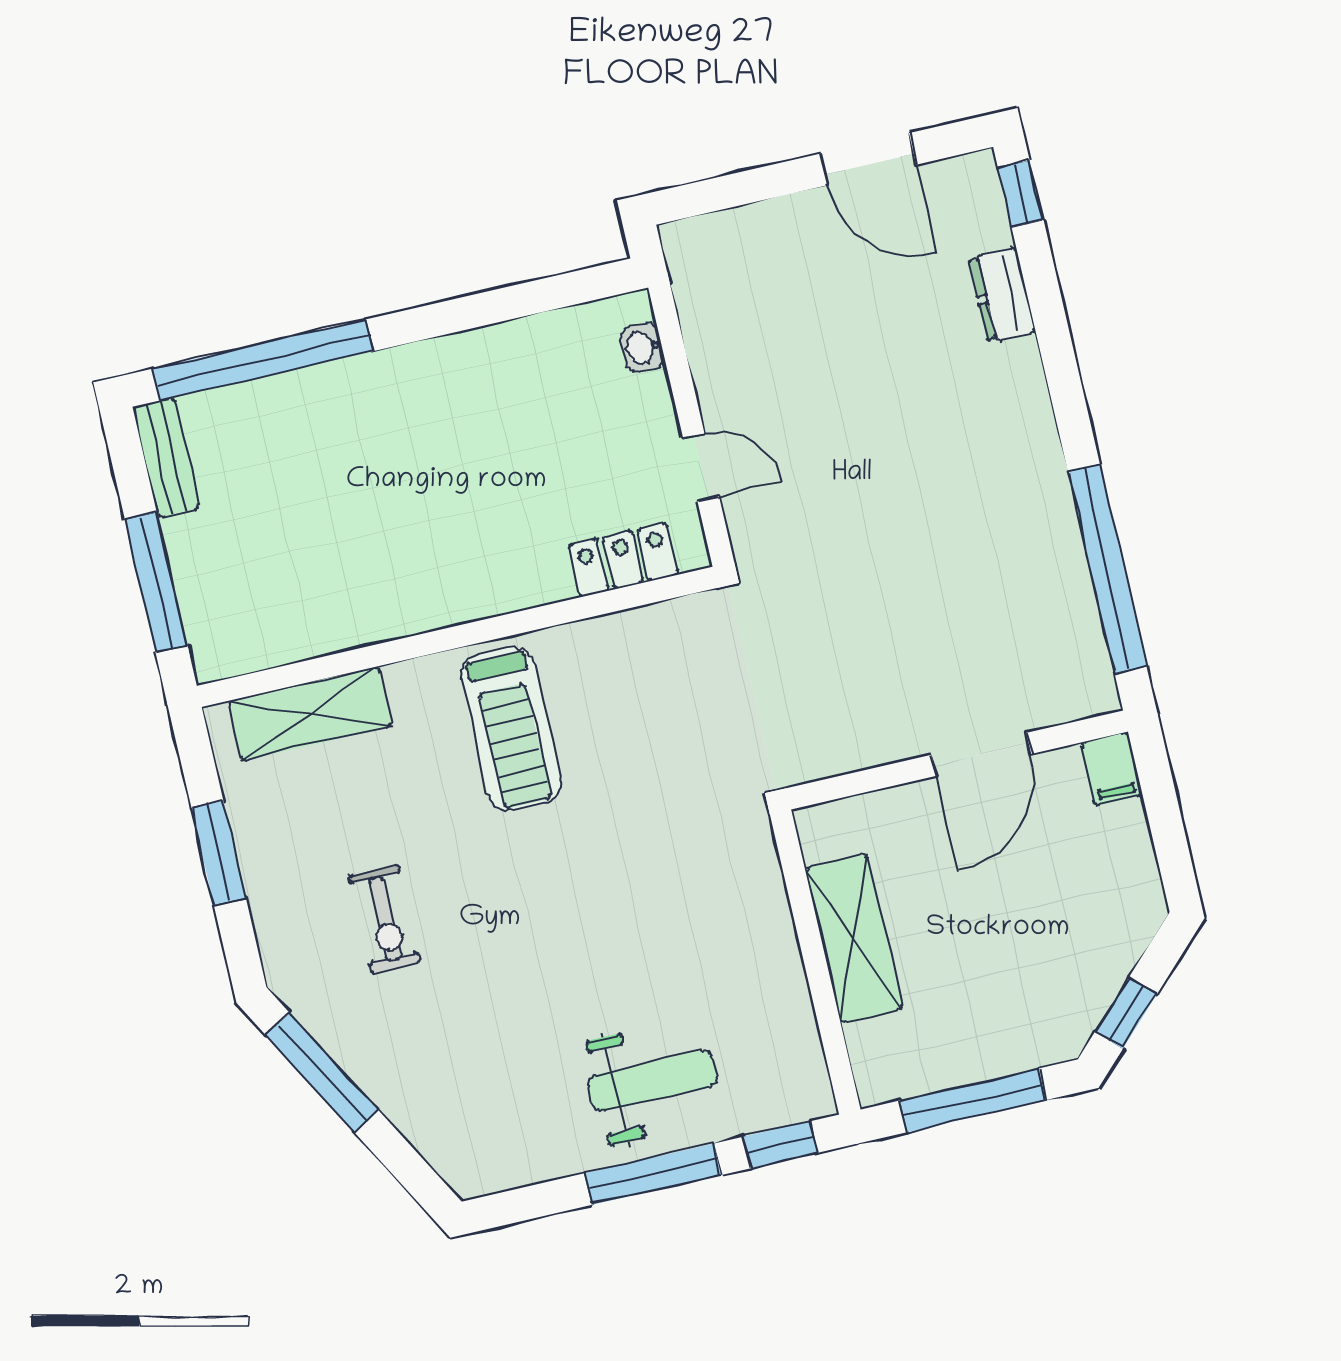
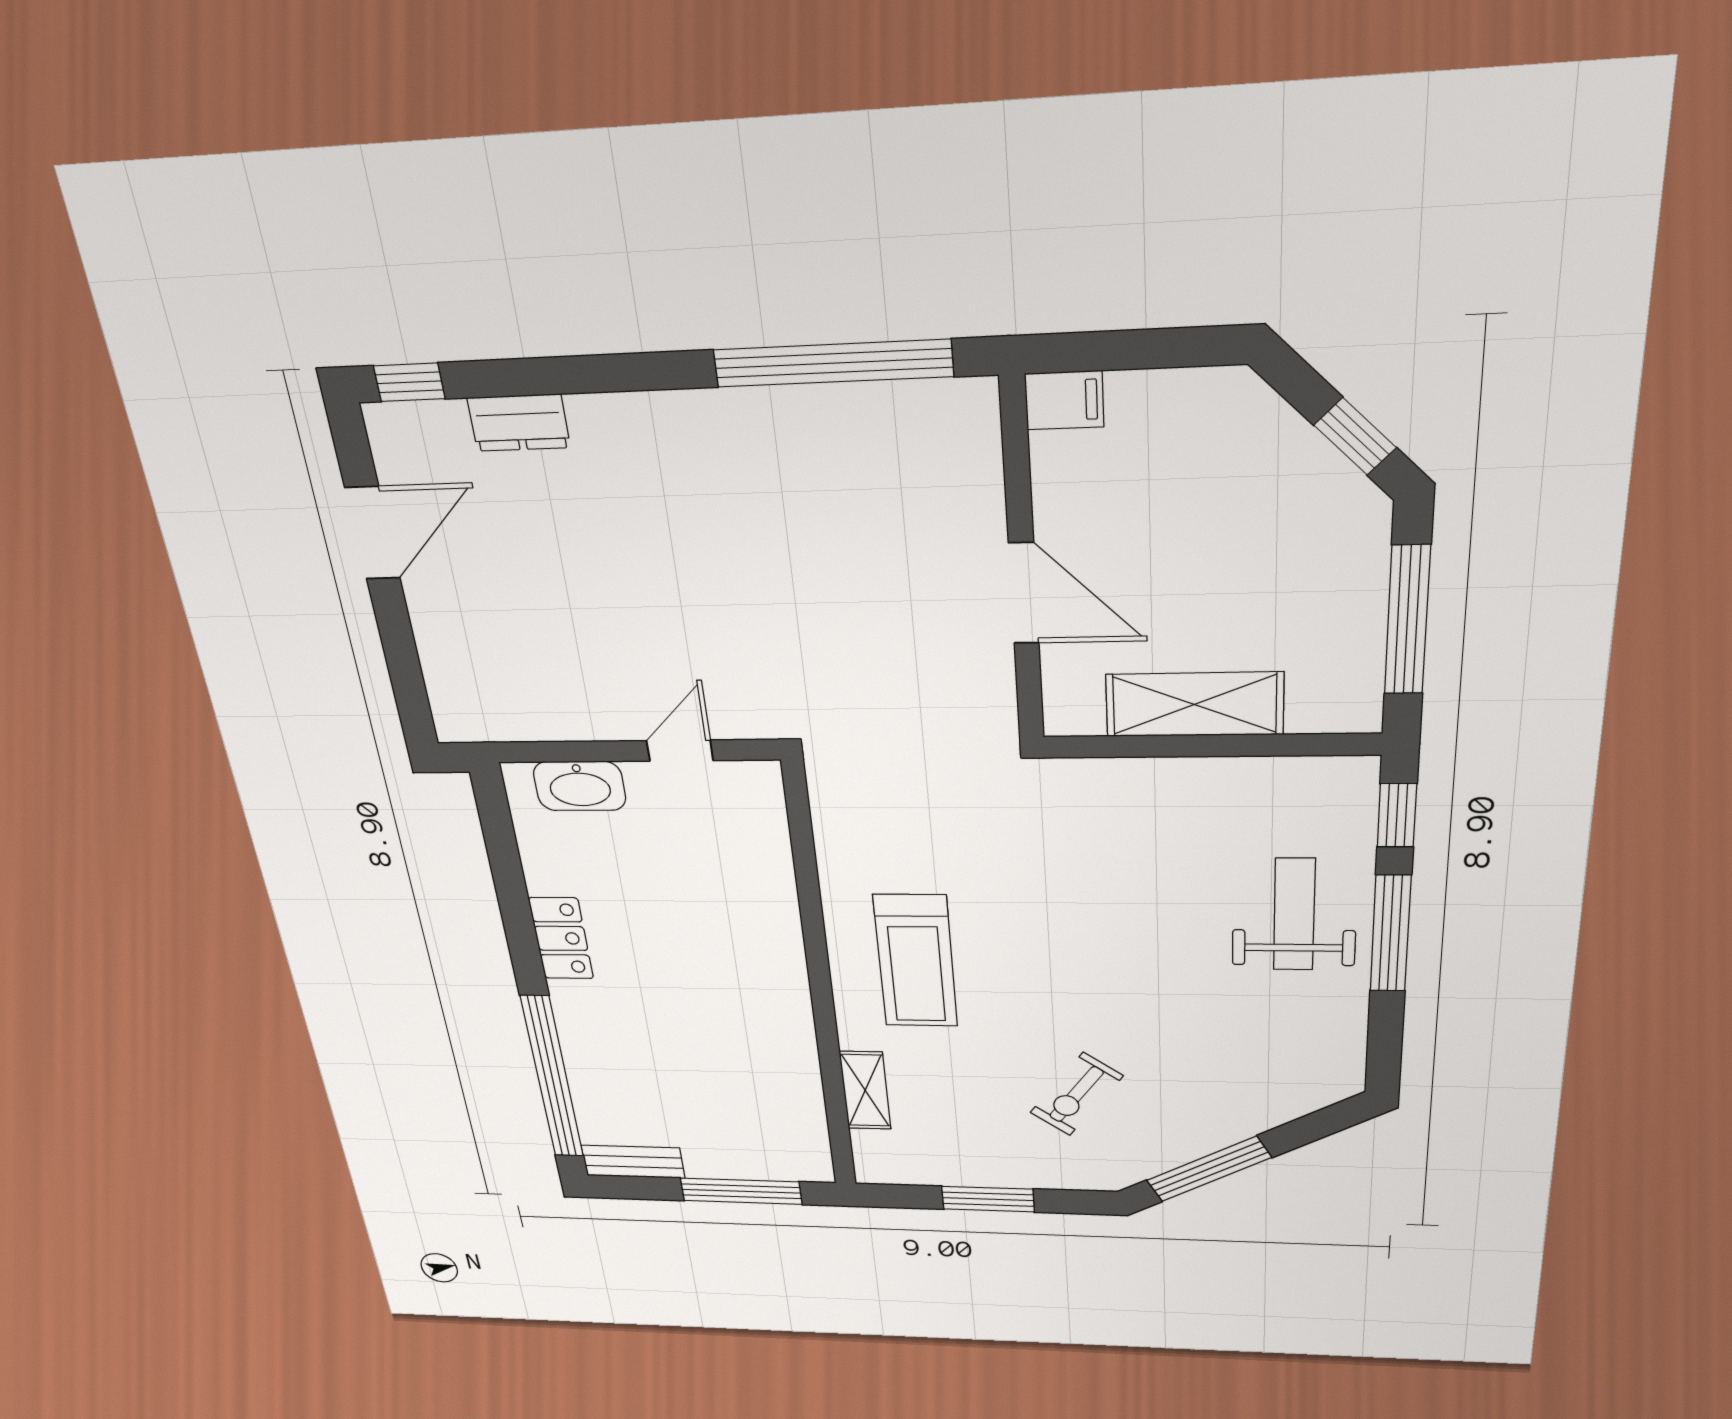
washbasin: (643, 347) -> (580, 786), width x1.91, depth x1.45
locker: (623, 560) -> (561, 938), moved, turned 180
shelving: (310, 714) -> (865, 1090), width x0.67, depth x0.75
treadmill: (511, 729) -> (916, 961), turned 90
door: (981, 754) -> (1024, 593), moved
exercise bike: (385, 919) -> (1076, 1094), turned 126

